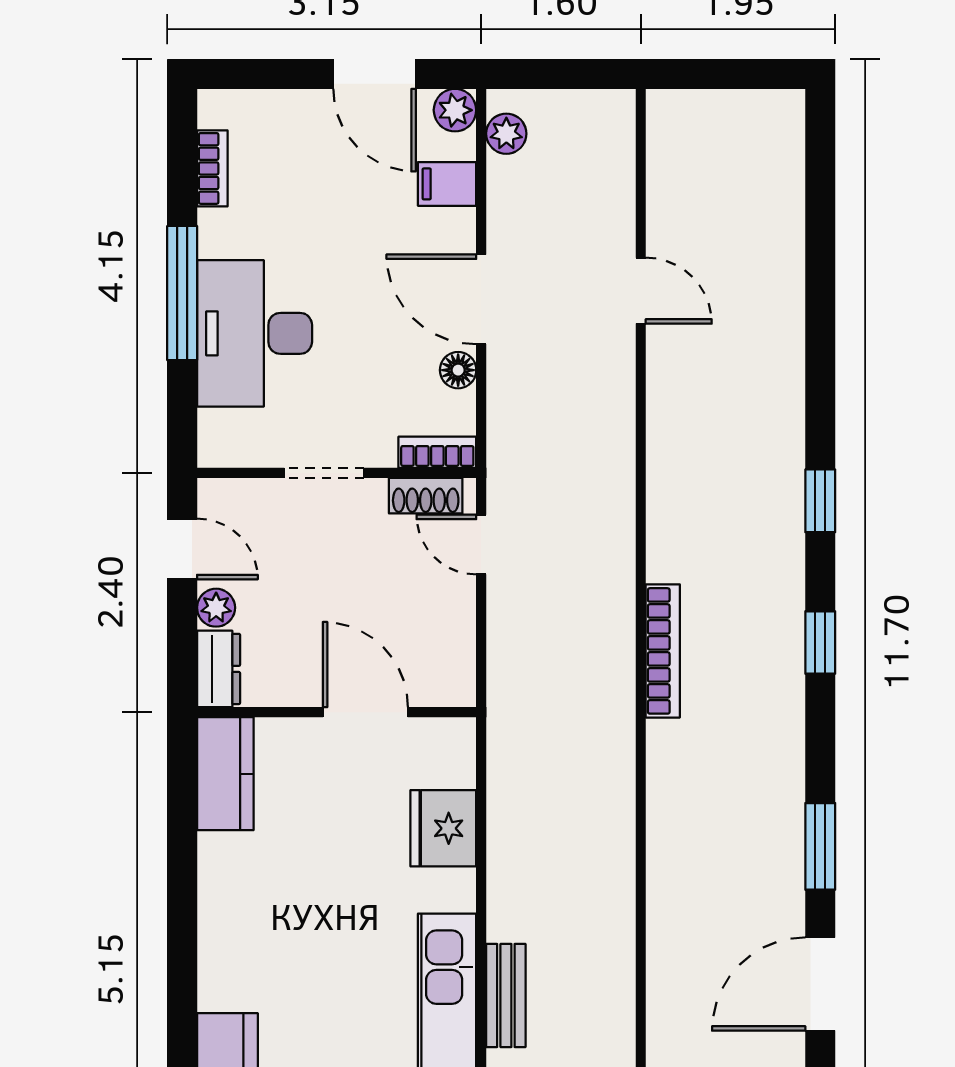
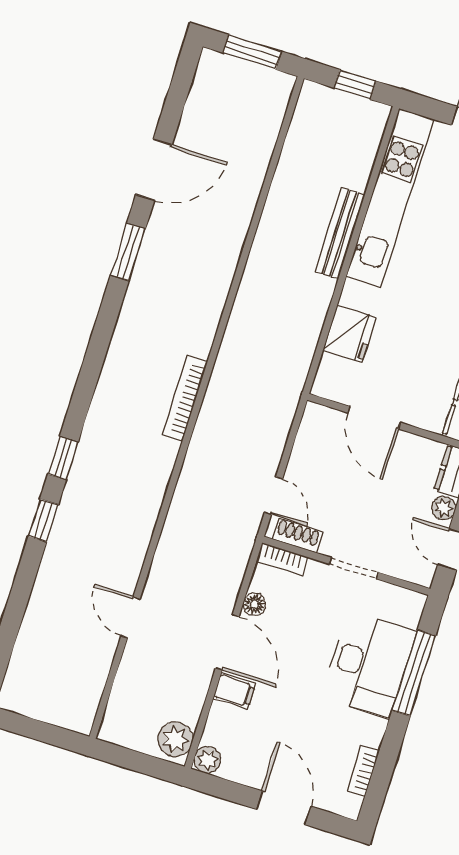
door: (375, 74) -> (284, 808), moved
plant: (506, 134) -> (175, 739), width x1.38, depth x1.38
filing cabinet: (447, 184) -> (234, 691), moved
window: (182, 293) -> (414, 673), moved
window: (820, 643) -> (43, 520), moved
bench: (506, 995) -> (340, 233), width x1.36

